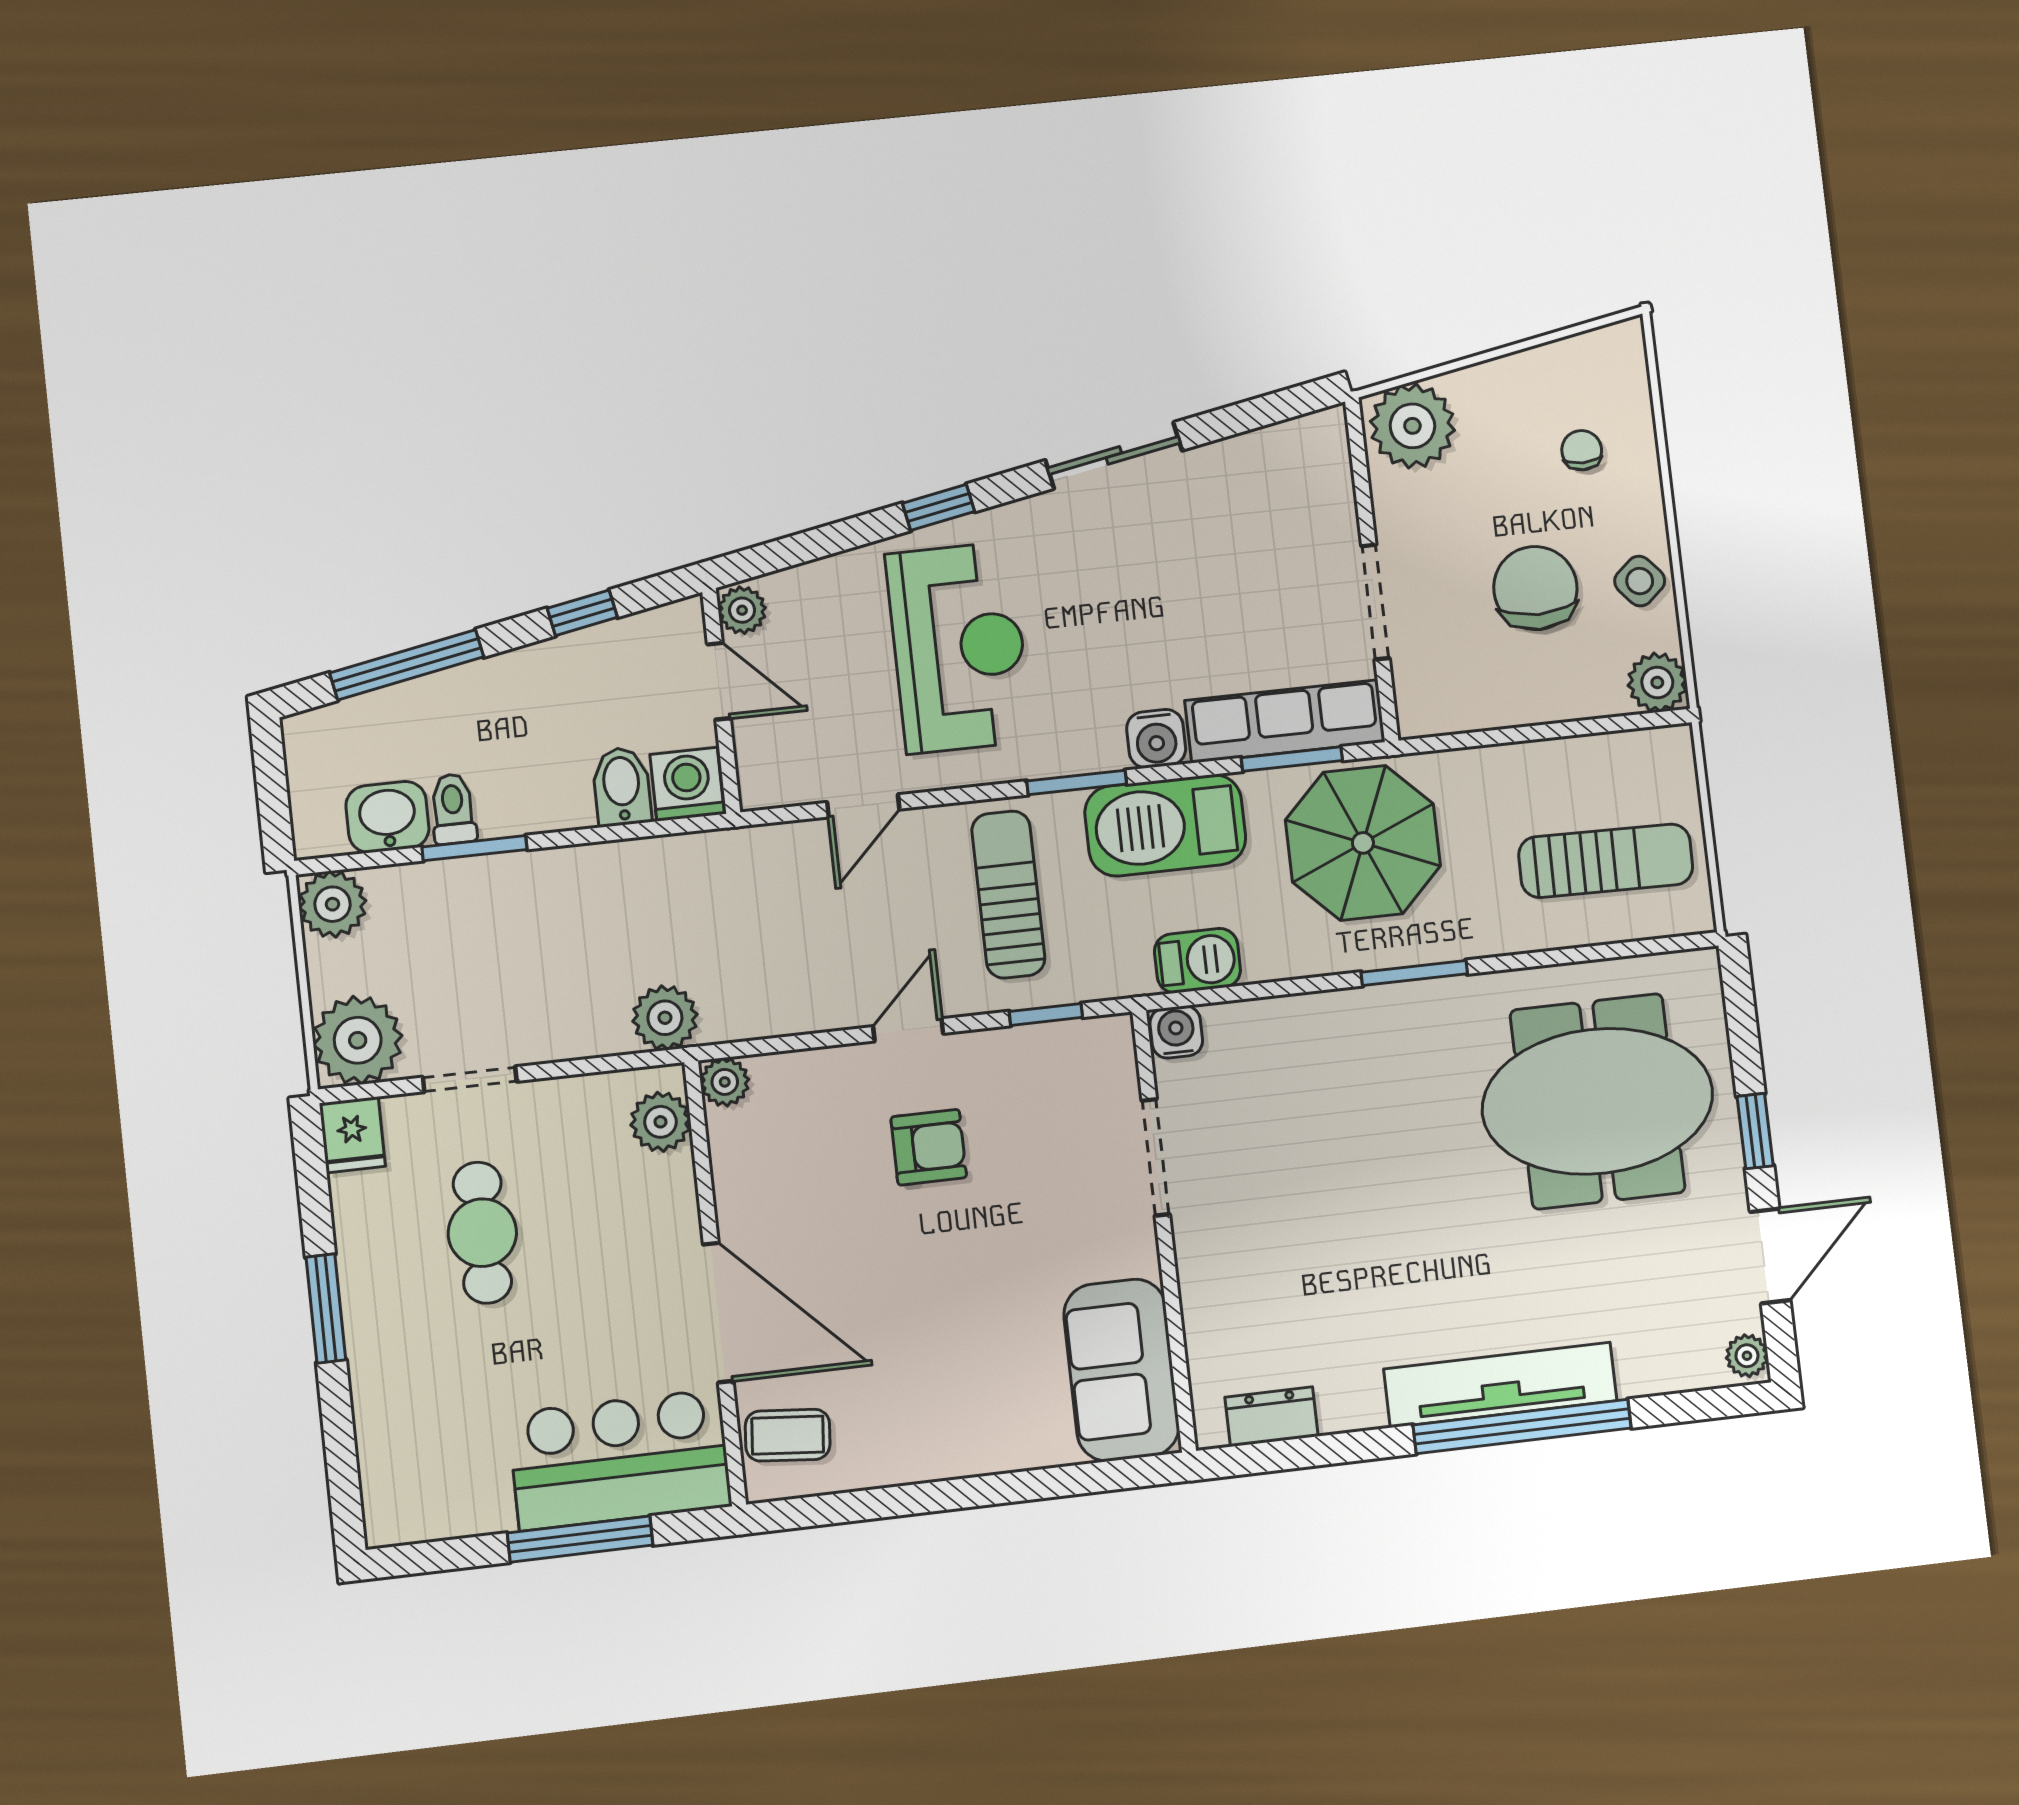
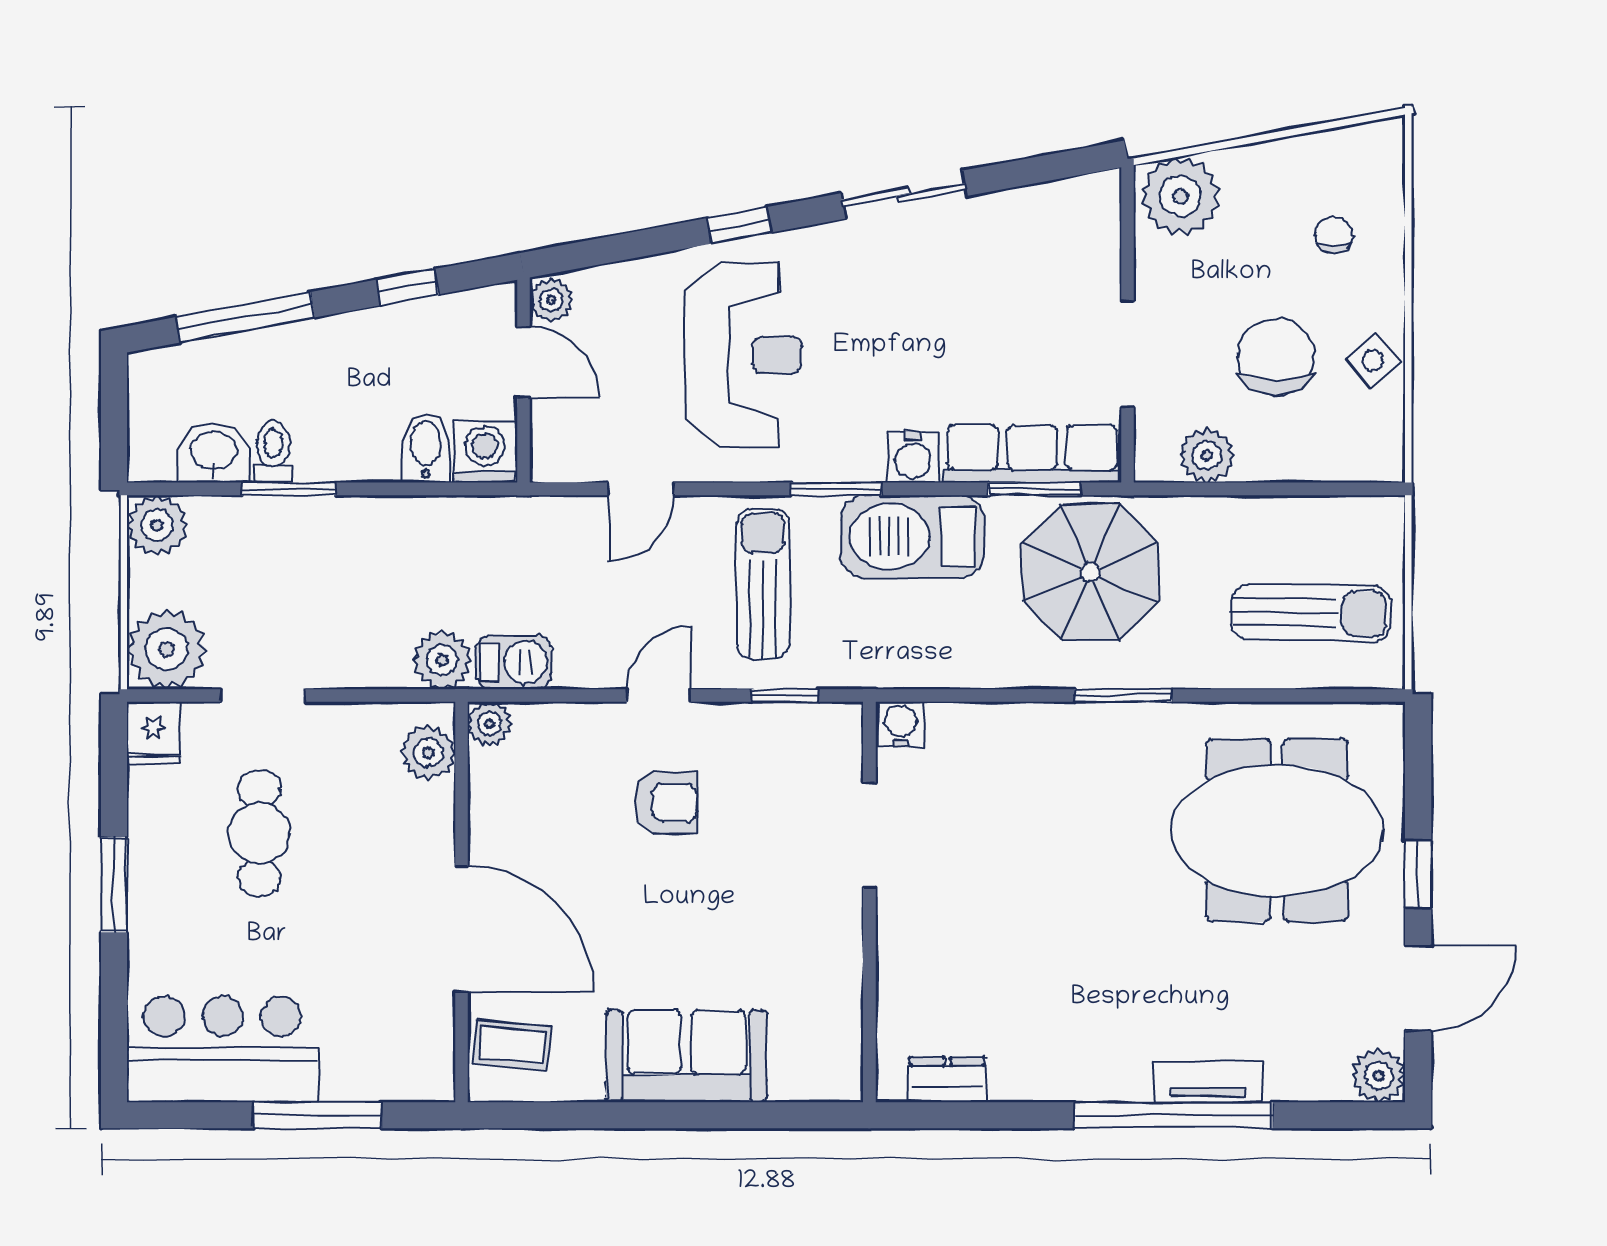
plant: (1657, 682) -> (1207, 455), moved
barbecue: (1197, 961) -> (514, 662), moved
plant: (1747, 1356) -> (1379, 1076), width x1.38, depth x1.38
sofa: (1122, 1370) -> (686, 1056), moved, turned 90
tv unit: (1500, 1385) -> (1208, 1082), width x0.52, depth x0.78
bar counter: (620, 1460) -> (222, 1049), moved

